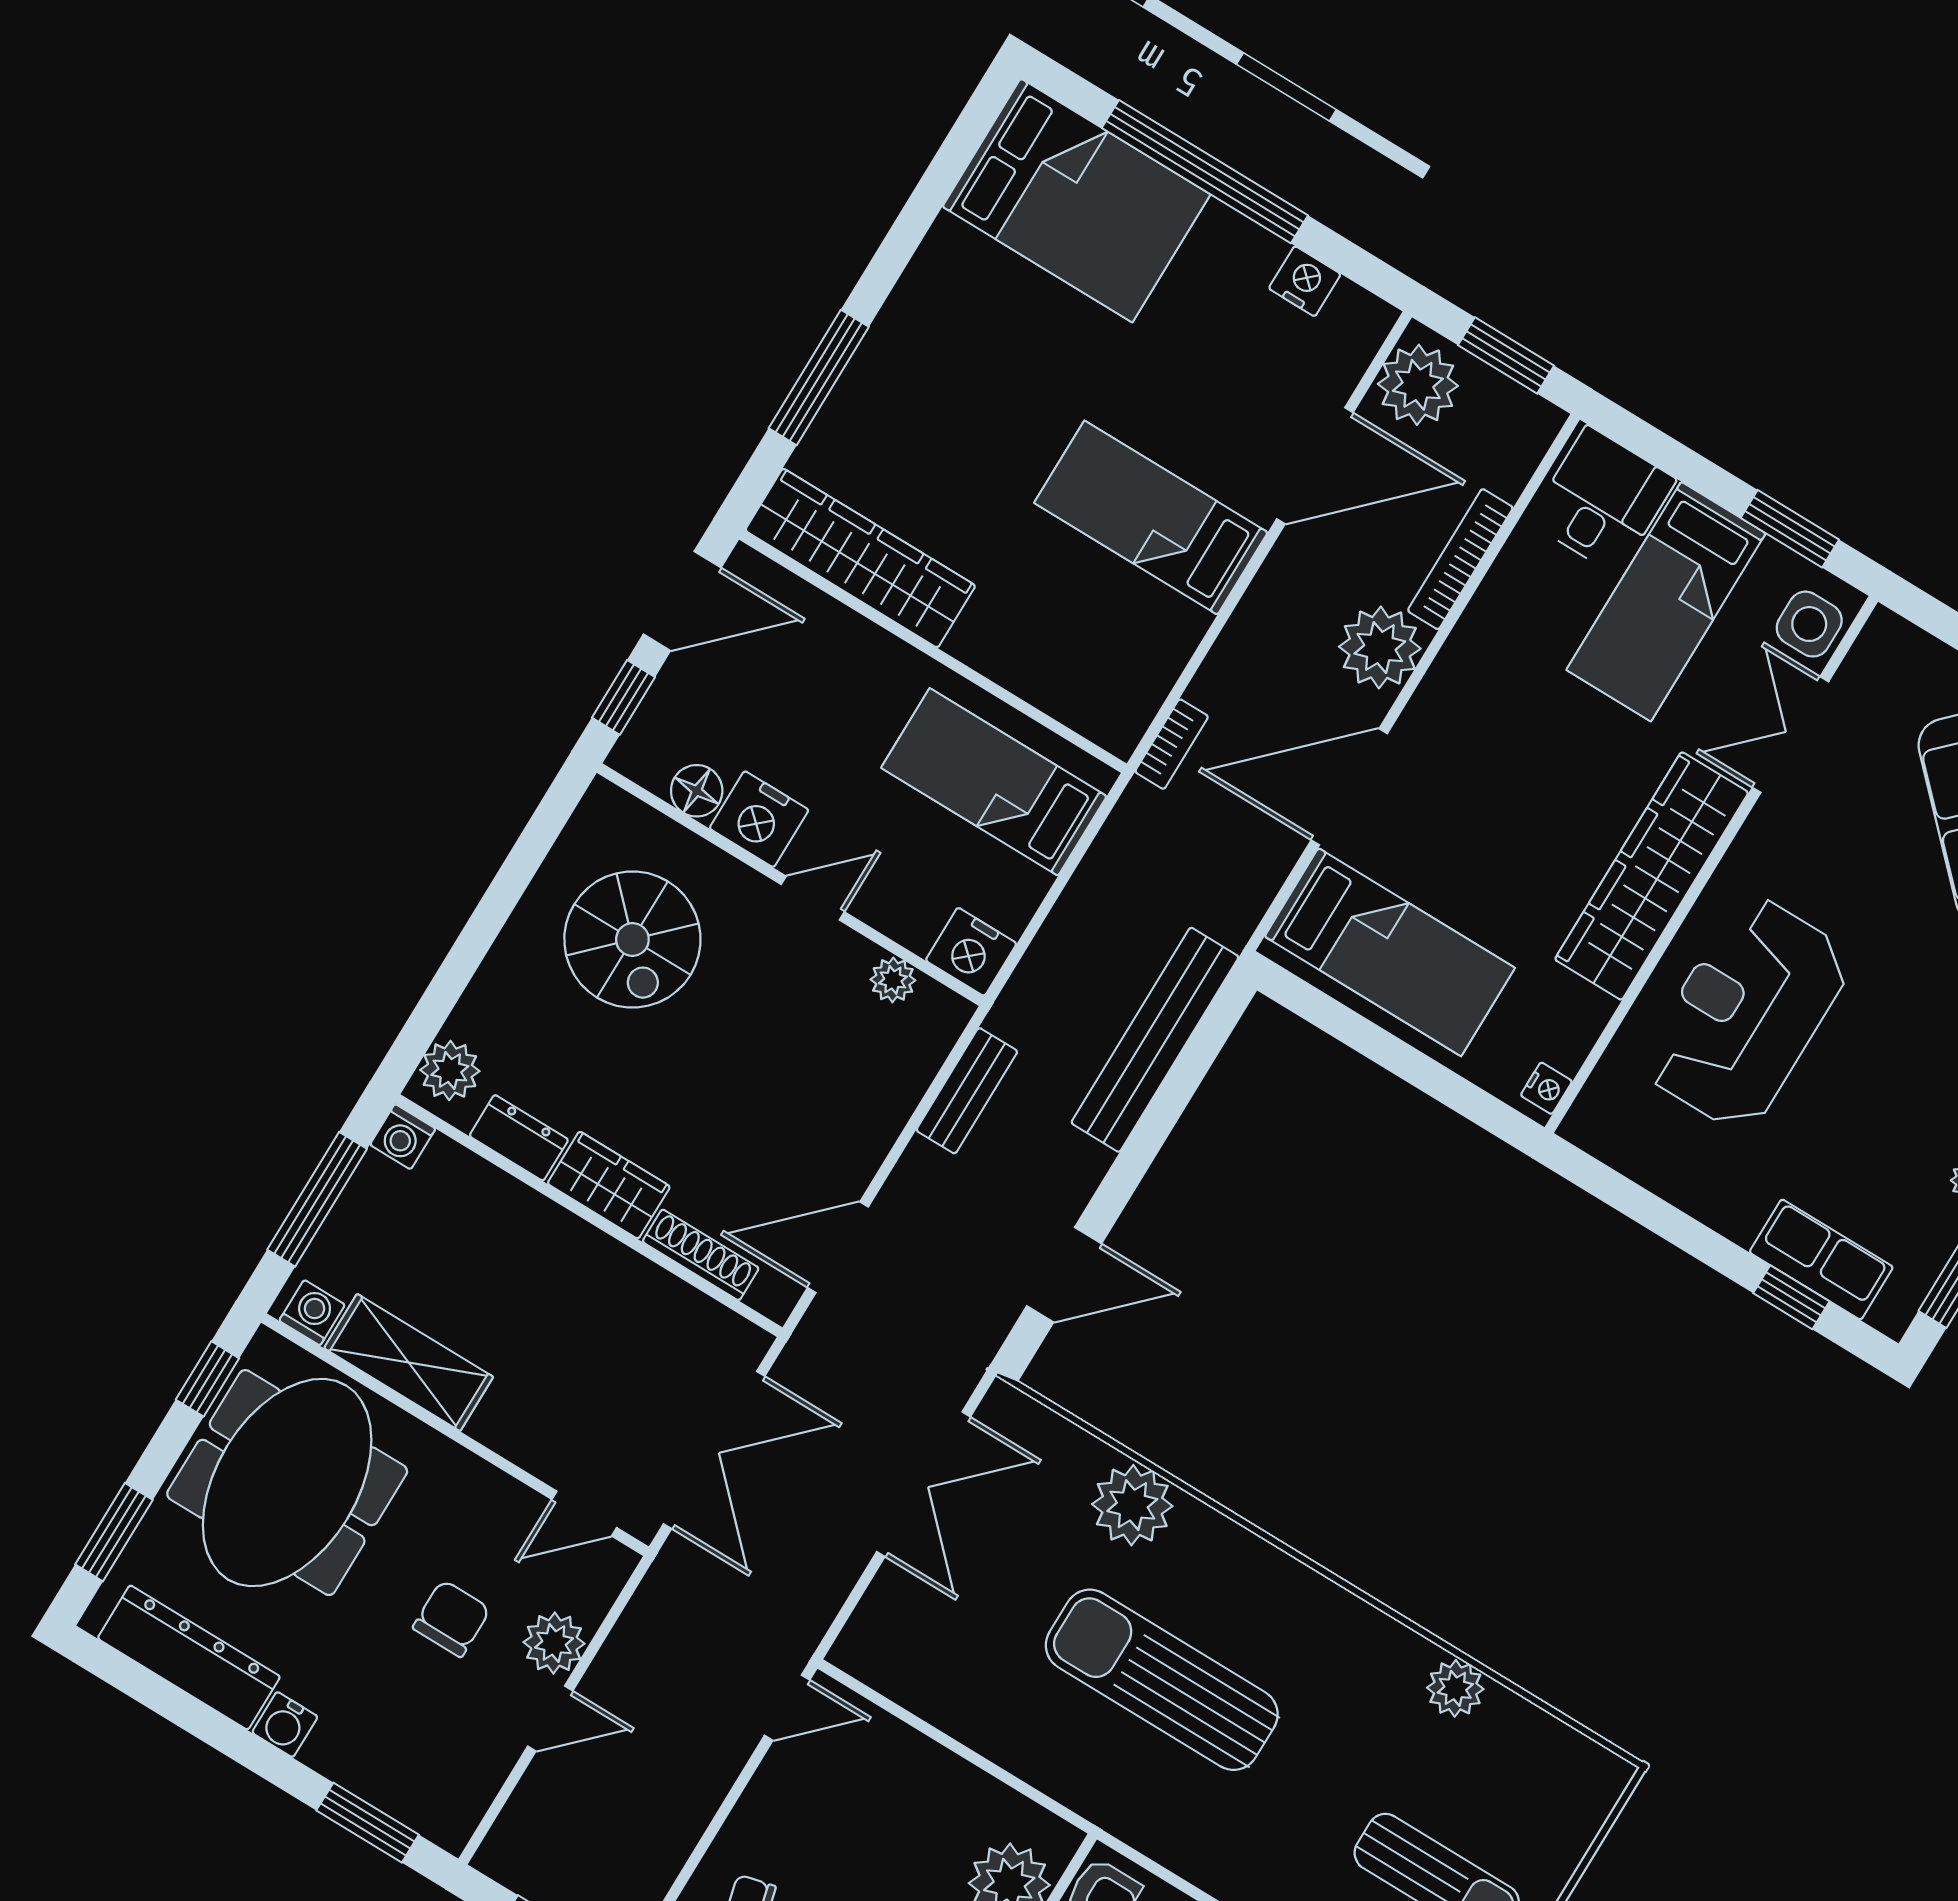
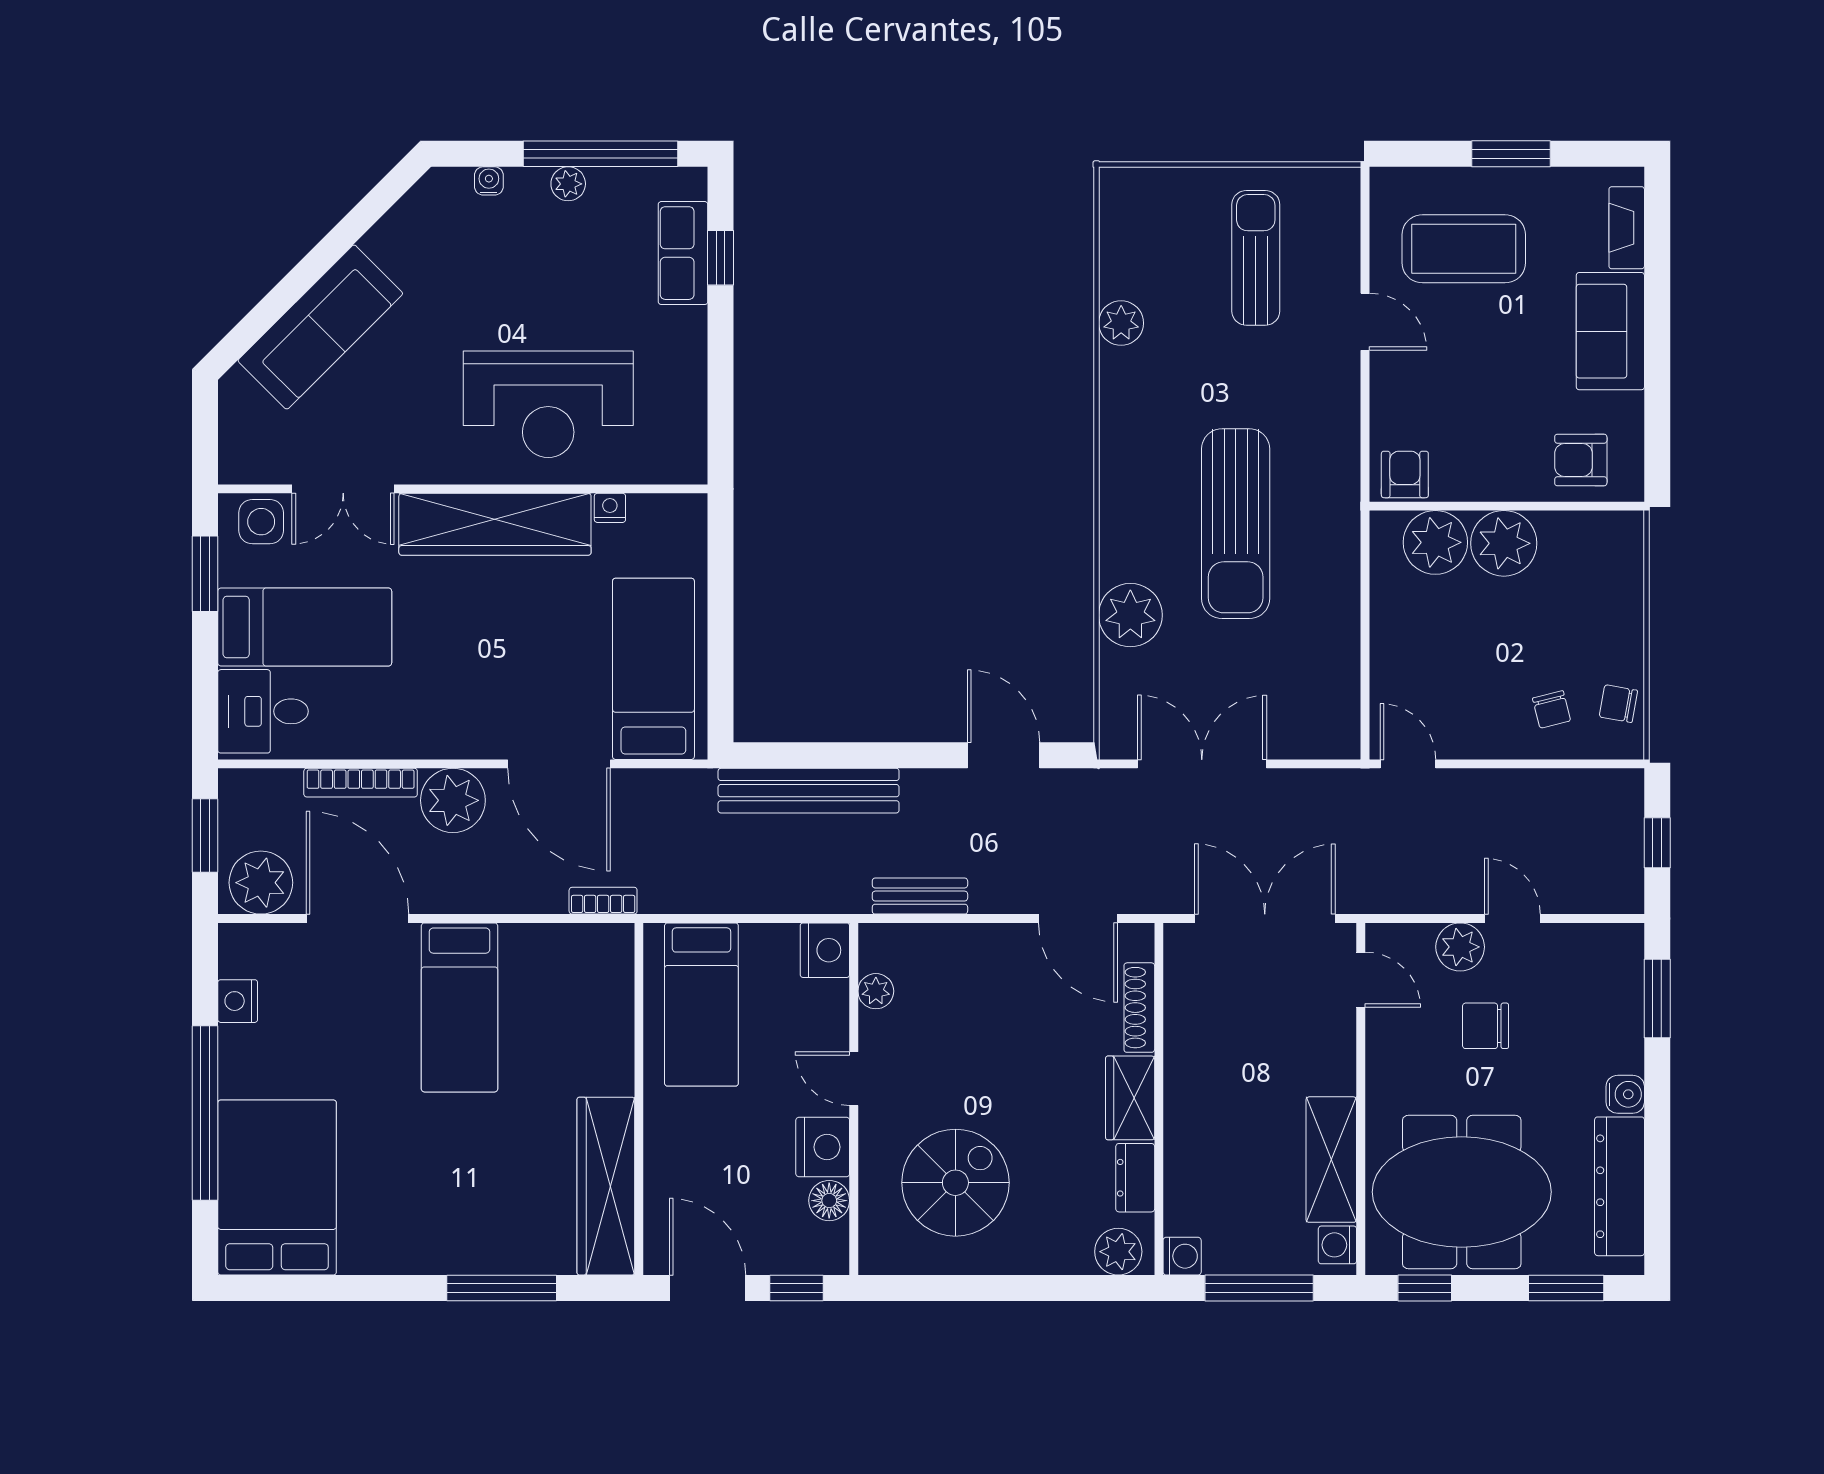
nightstand: (1546, 1088) -> (610, 508), moved

